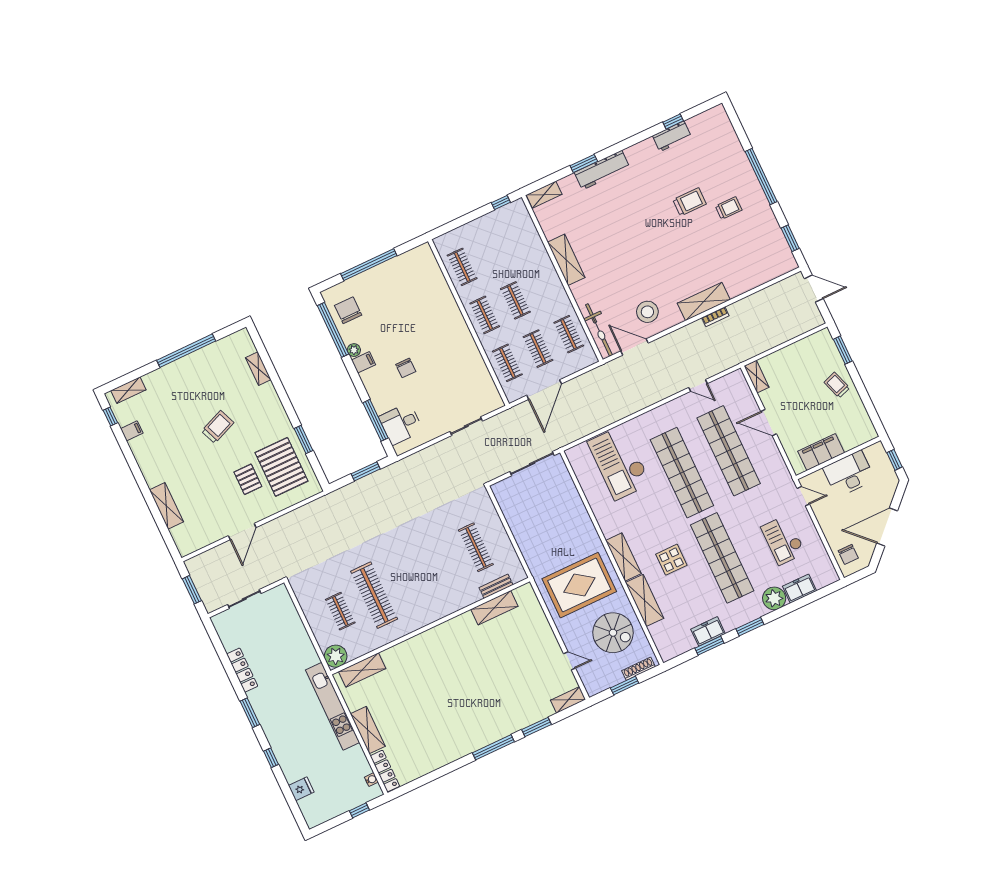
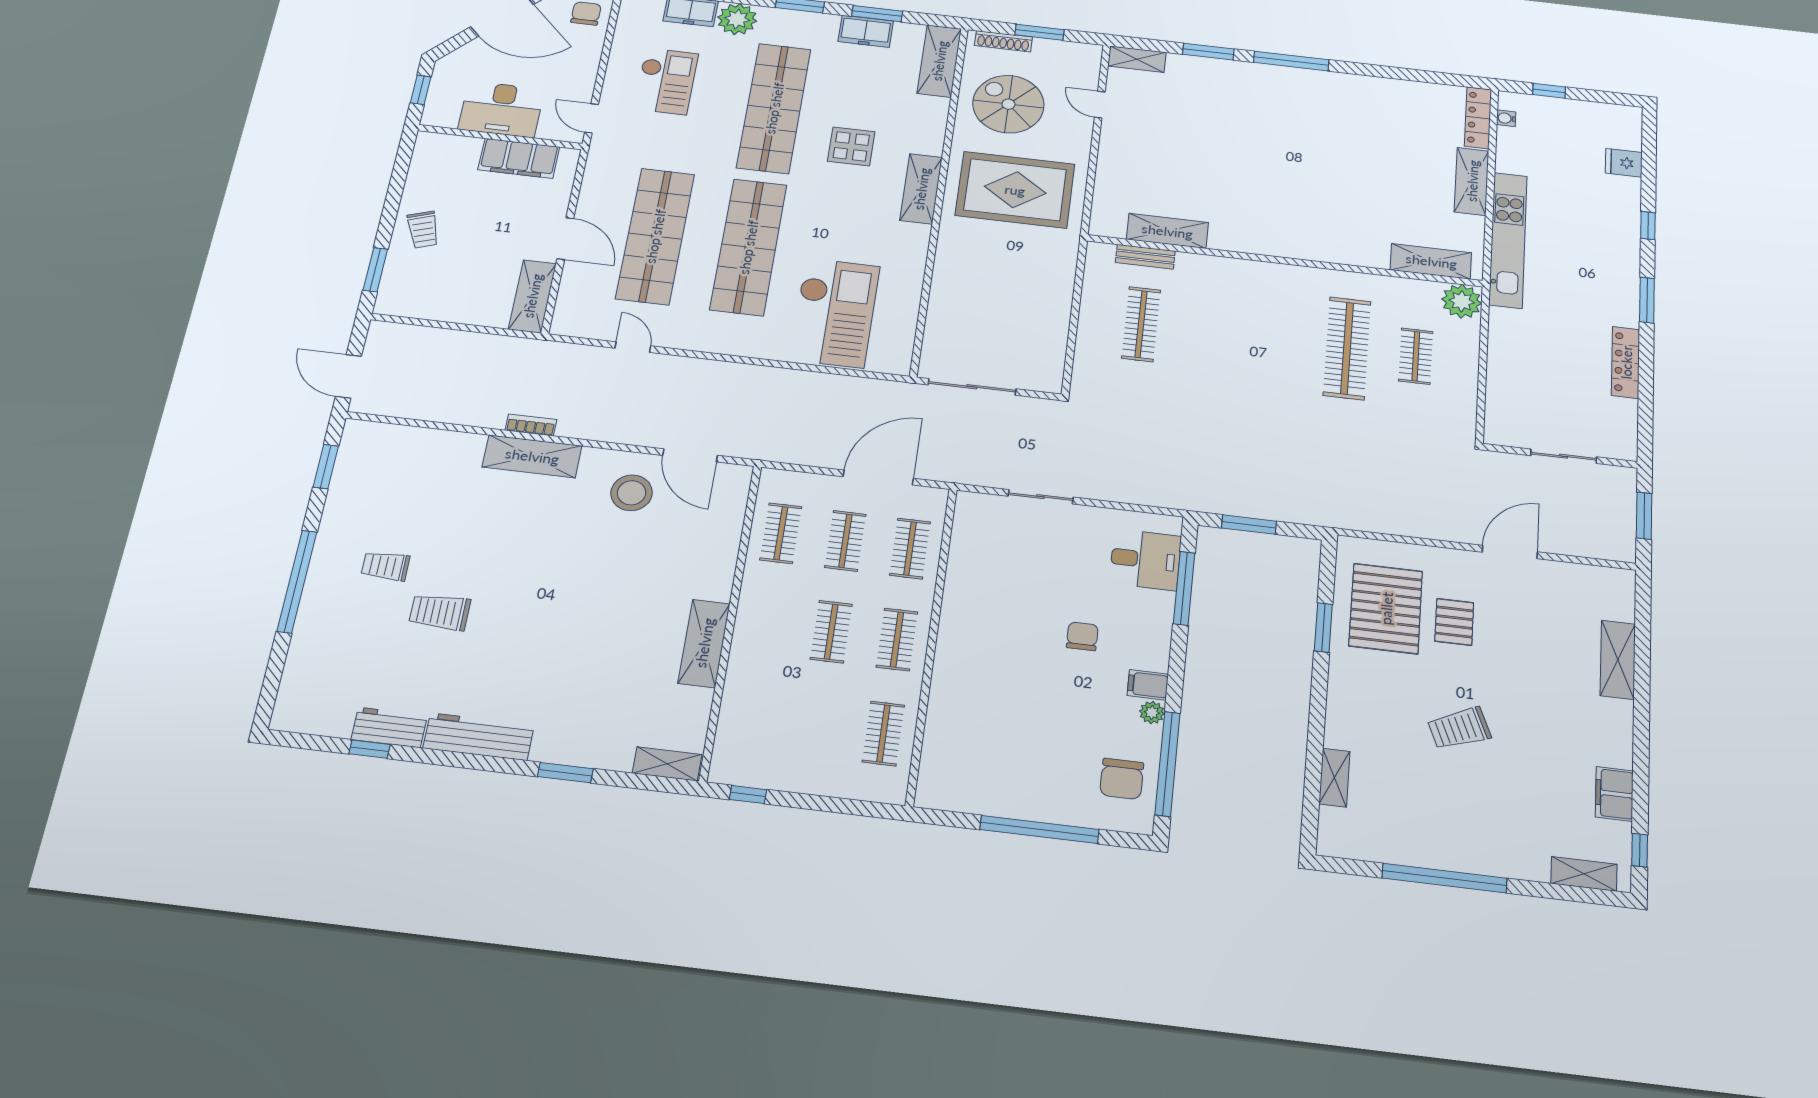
workbench: (602, 170) -> (479, 737), moved
bicycle: (599, 330) -> (728, 511), removed
shelving: (757, 377) -> (532, 296), width x1.50, depth x1.33
filing cabinet: (132, 431) -> (1614, 794), width x2.00
shelving: (645, 600) -> (939, 61), moved

